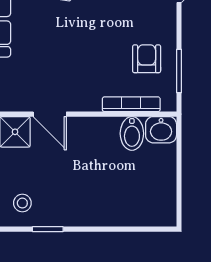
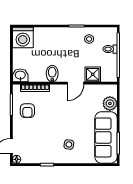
door: (50, 114) -> (75, 83), swing flipped
bidet: (132, 133) -> (52, 74), moved
washing machine: (156, 206) -> (23, 38), added

